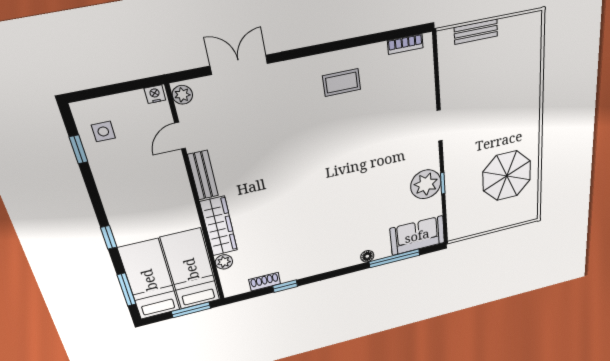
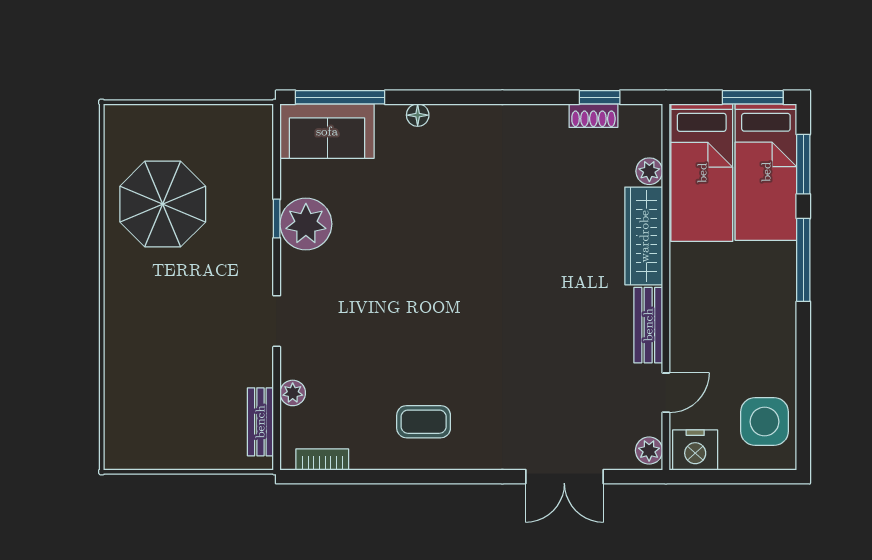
bench: (476, 32) -> (260, 422), moved, turned 90
plant: (427, 84) -> (293, 393), added
nightstand: (155, 94) -> (695, 450), width x1.89, depth x1.79
side table: (103, 132) -> (765, 422), width x1.87, depth x1.87
window: (79, 149) -> (803, 404), removed
window: (109, 237) -> (803, 260), width x2.17
window: (394, 258) -> (340, 97), moved
window: (285, 286) -> (600, 97), moved
window: (191, 310) -> (753, 97), moved

